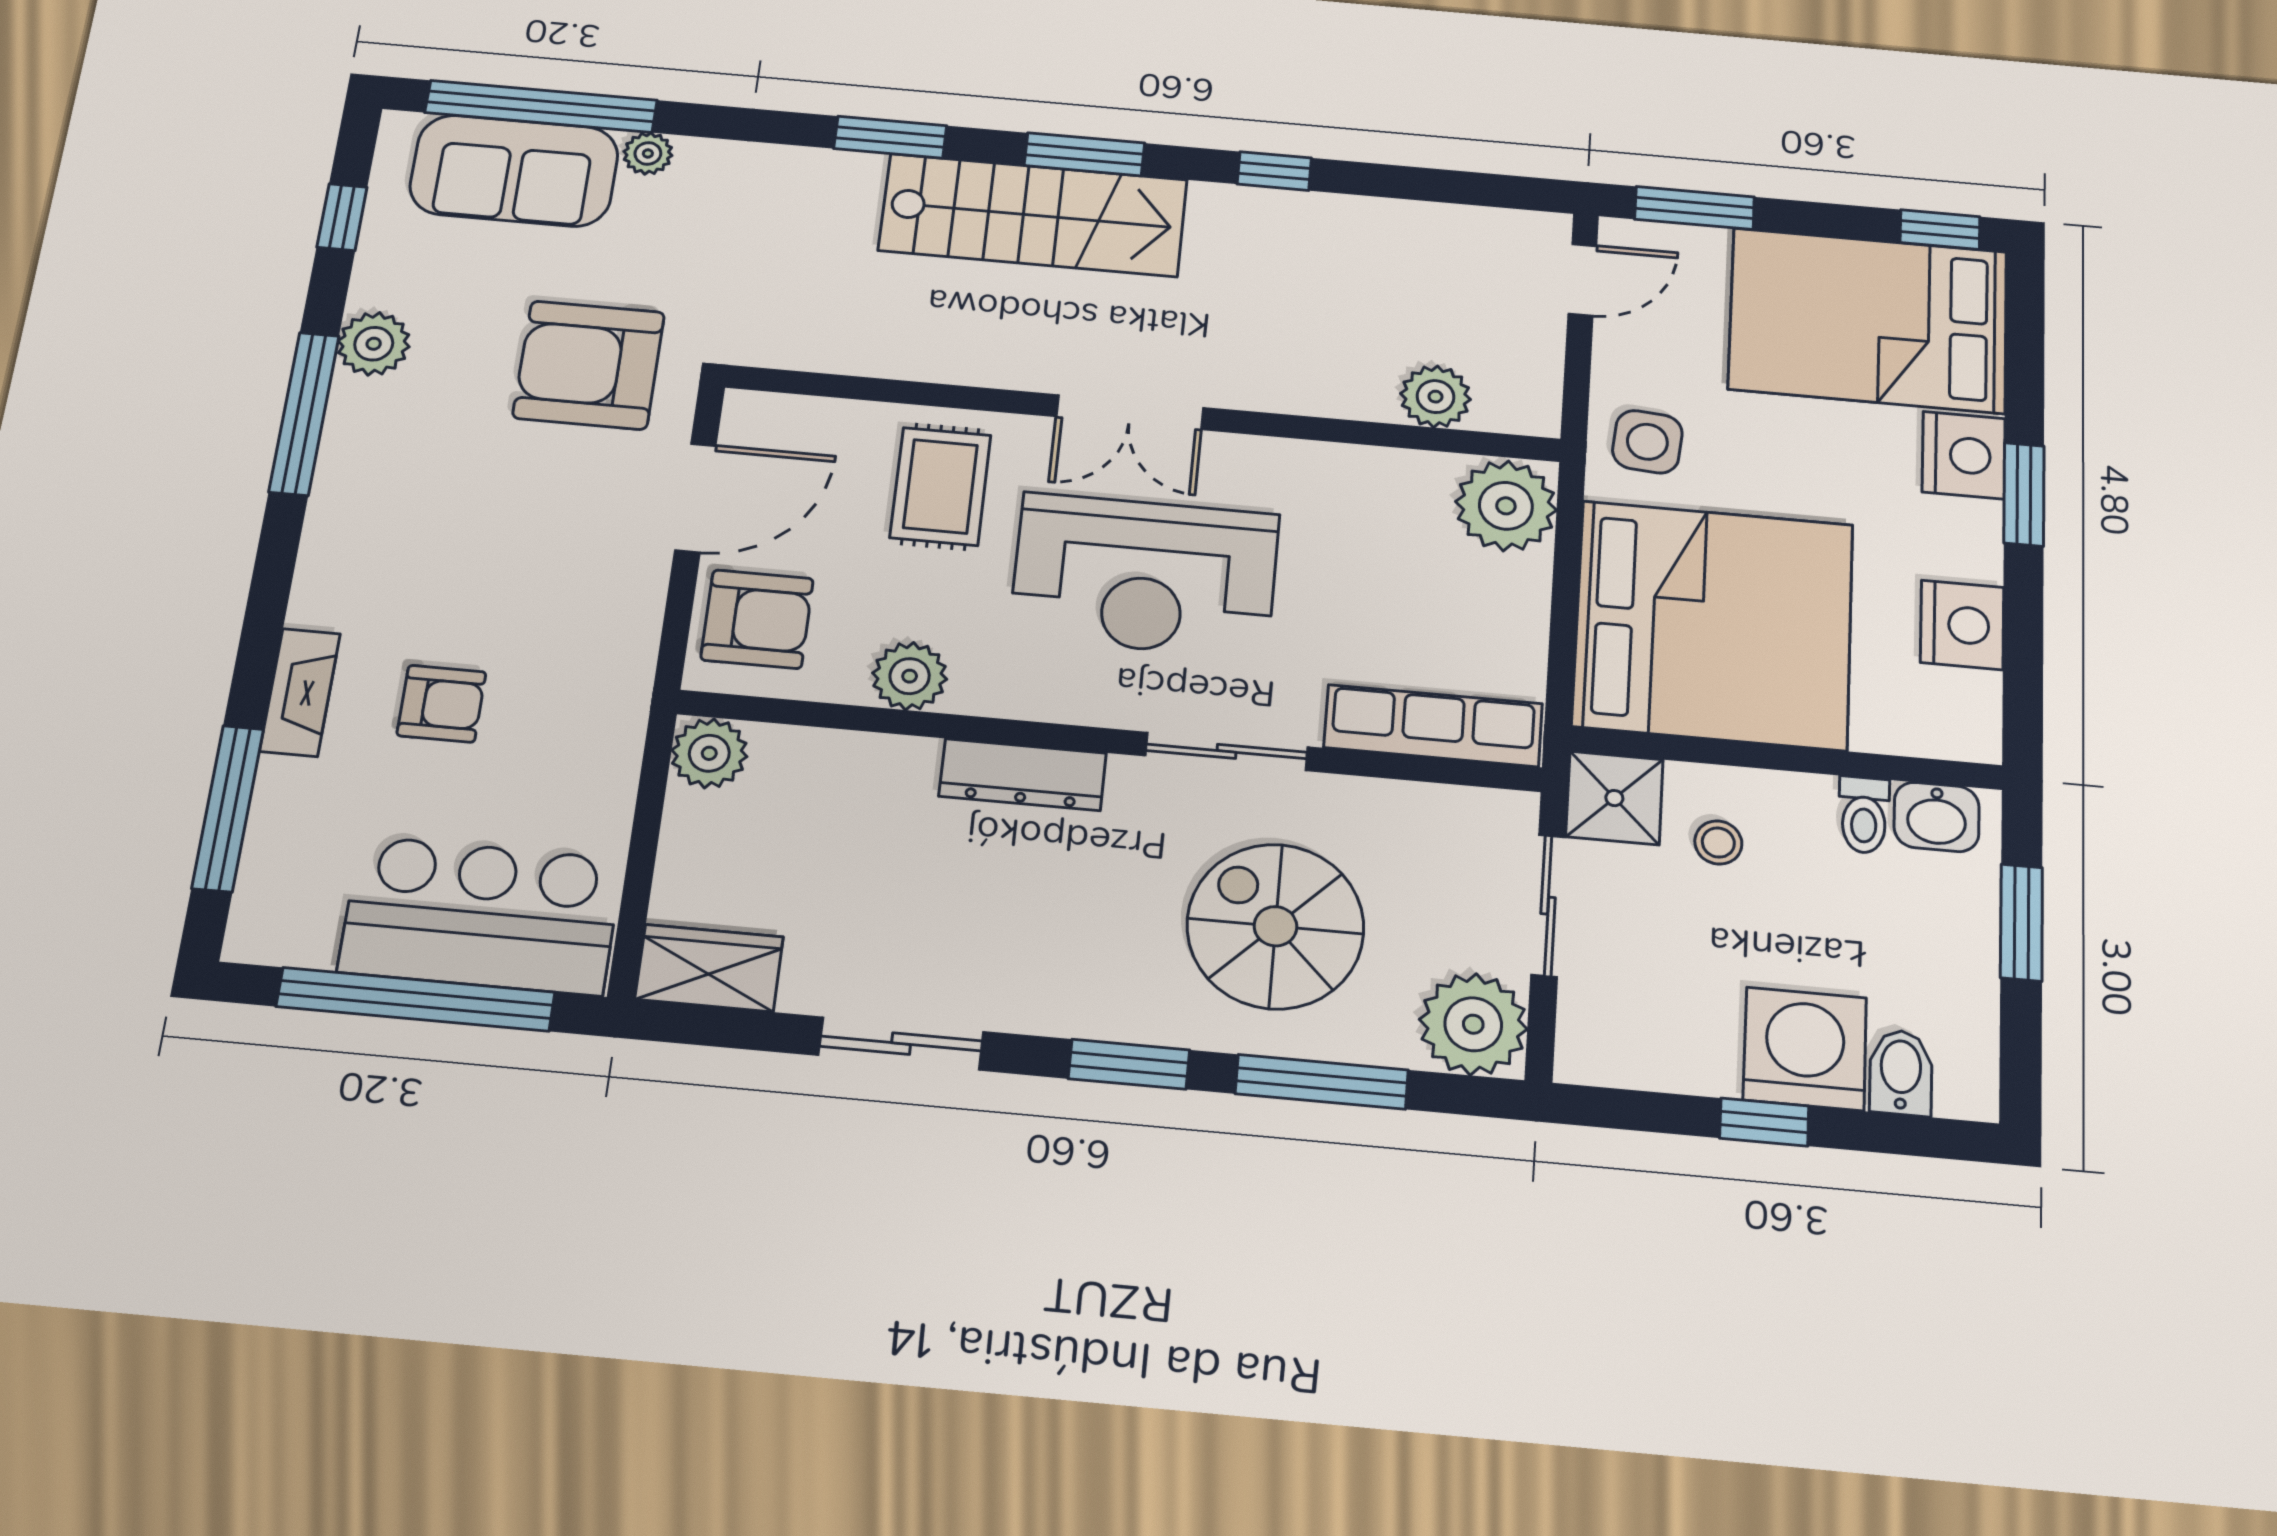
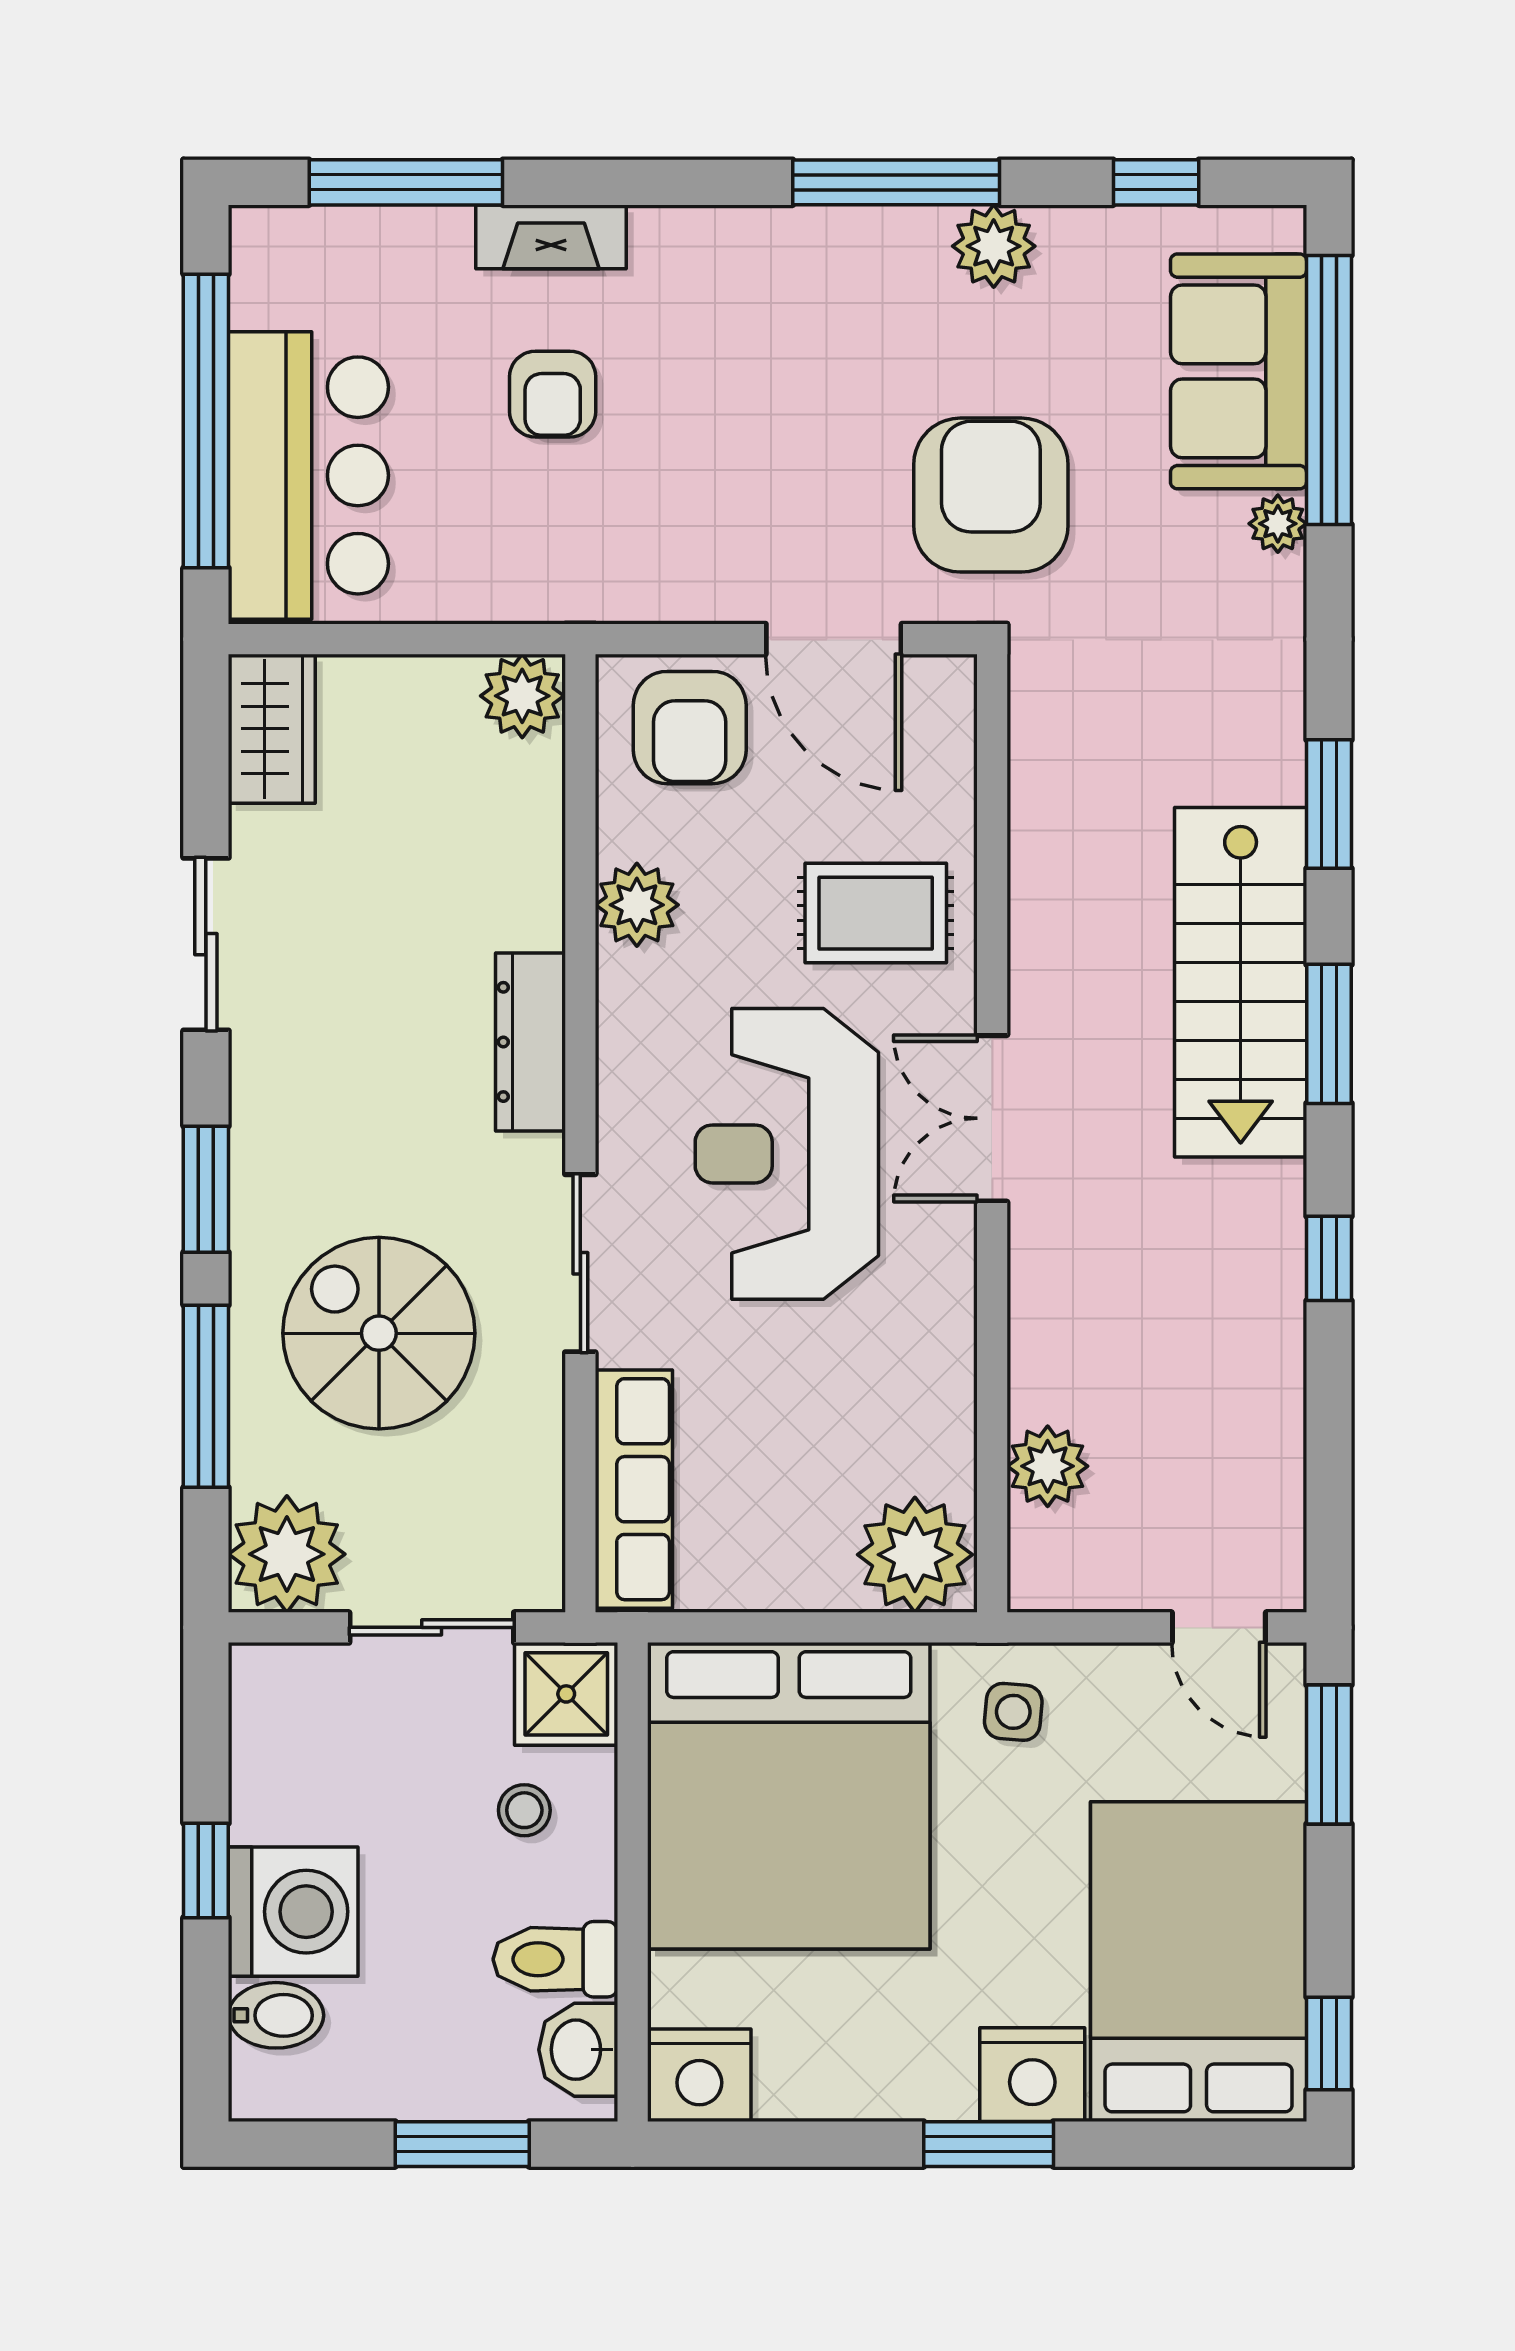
side table: (1647, 442) -> (1013, 1712), width x0.73, depth x0.73
nightstand: (1962, 625) -> (699, 2075), moved
toilet: (1864, 815) -> (555, 1959), width x1.37, depth x1.39
spiral stairs: (1275, 926) -> (379, 1333), turned -90

